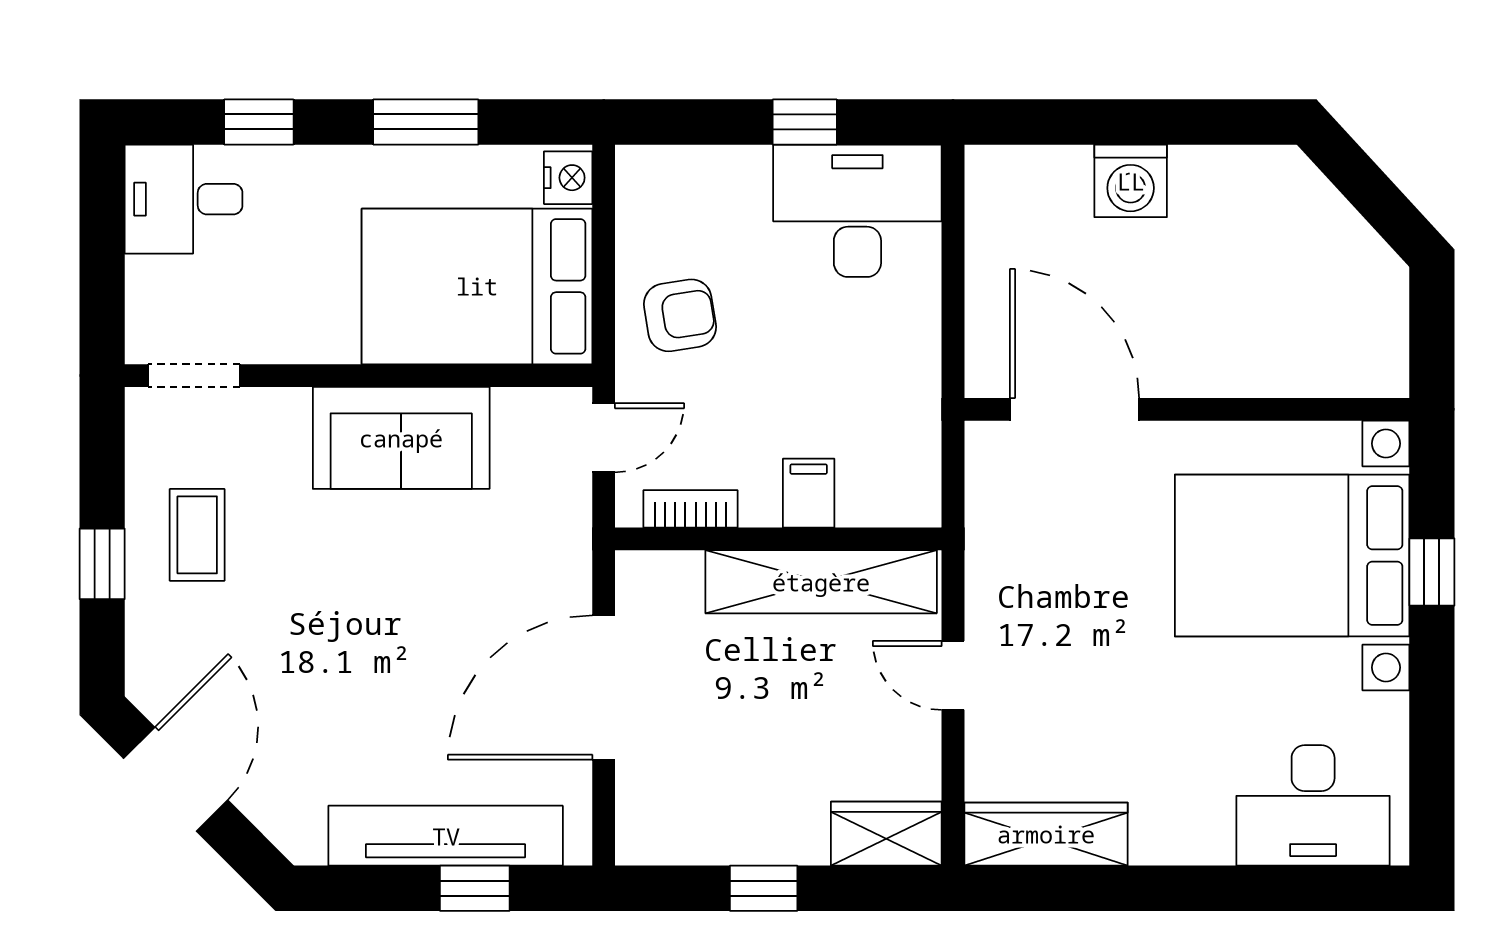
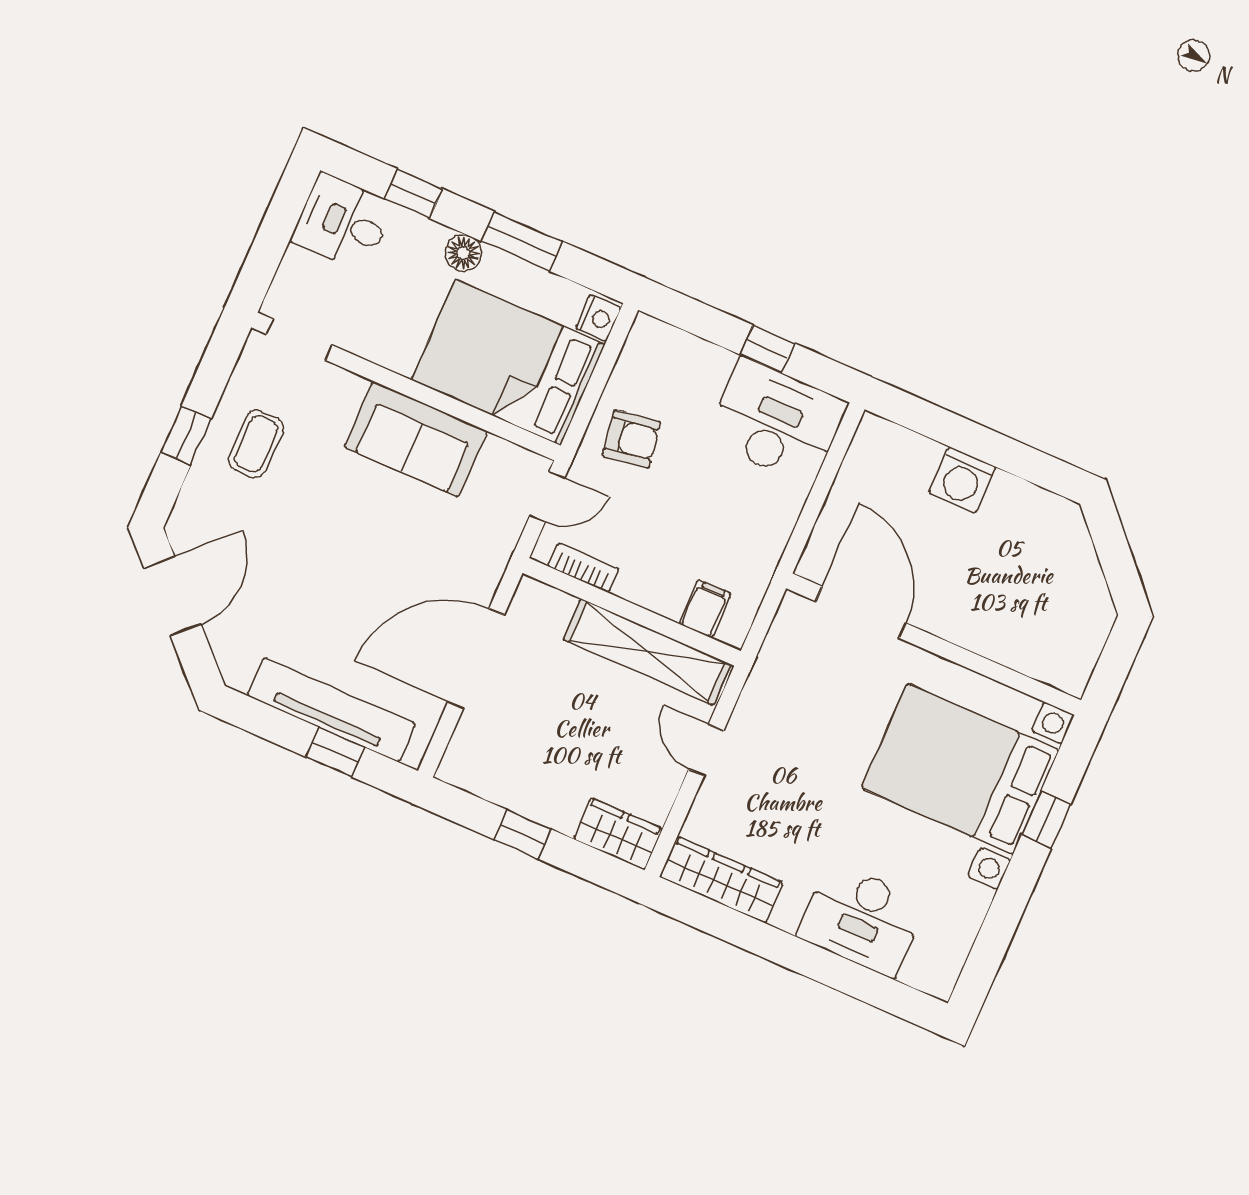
floor lamp: (357, 170) -> (463, 253), added
filing cabinet: (809, 493) -> (705, 609), moved
desk: (1313, 805) -> (862, 919), moved

